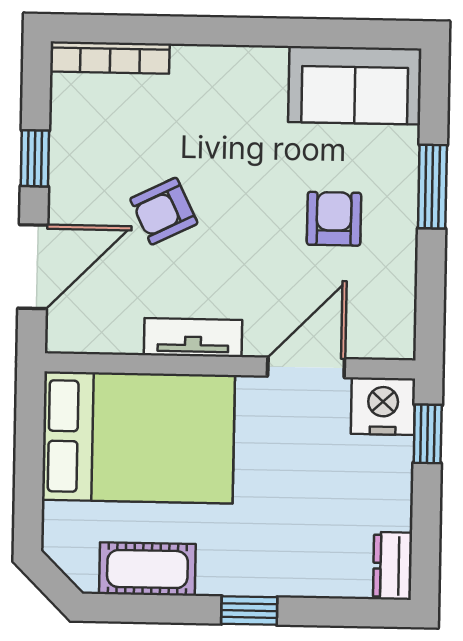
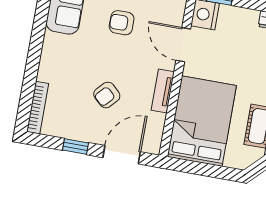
armchair: (164, 211) -> (107, 95), turned 69
door: (33, 267) -> (122, 155), hinge flipped

